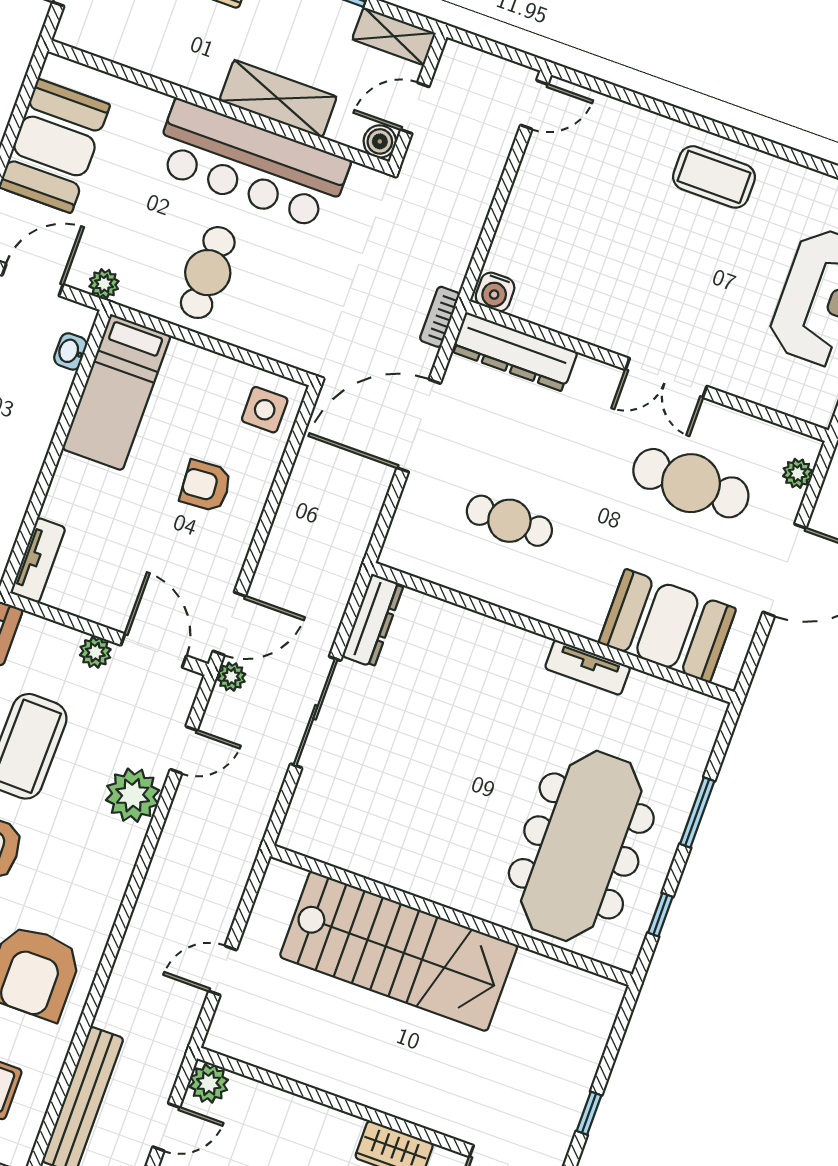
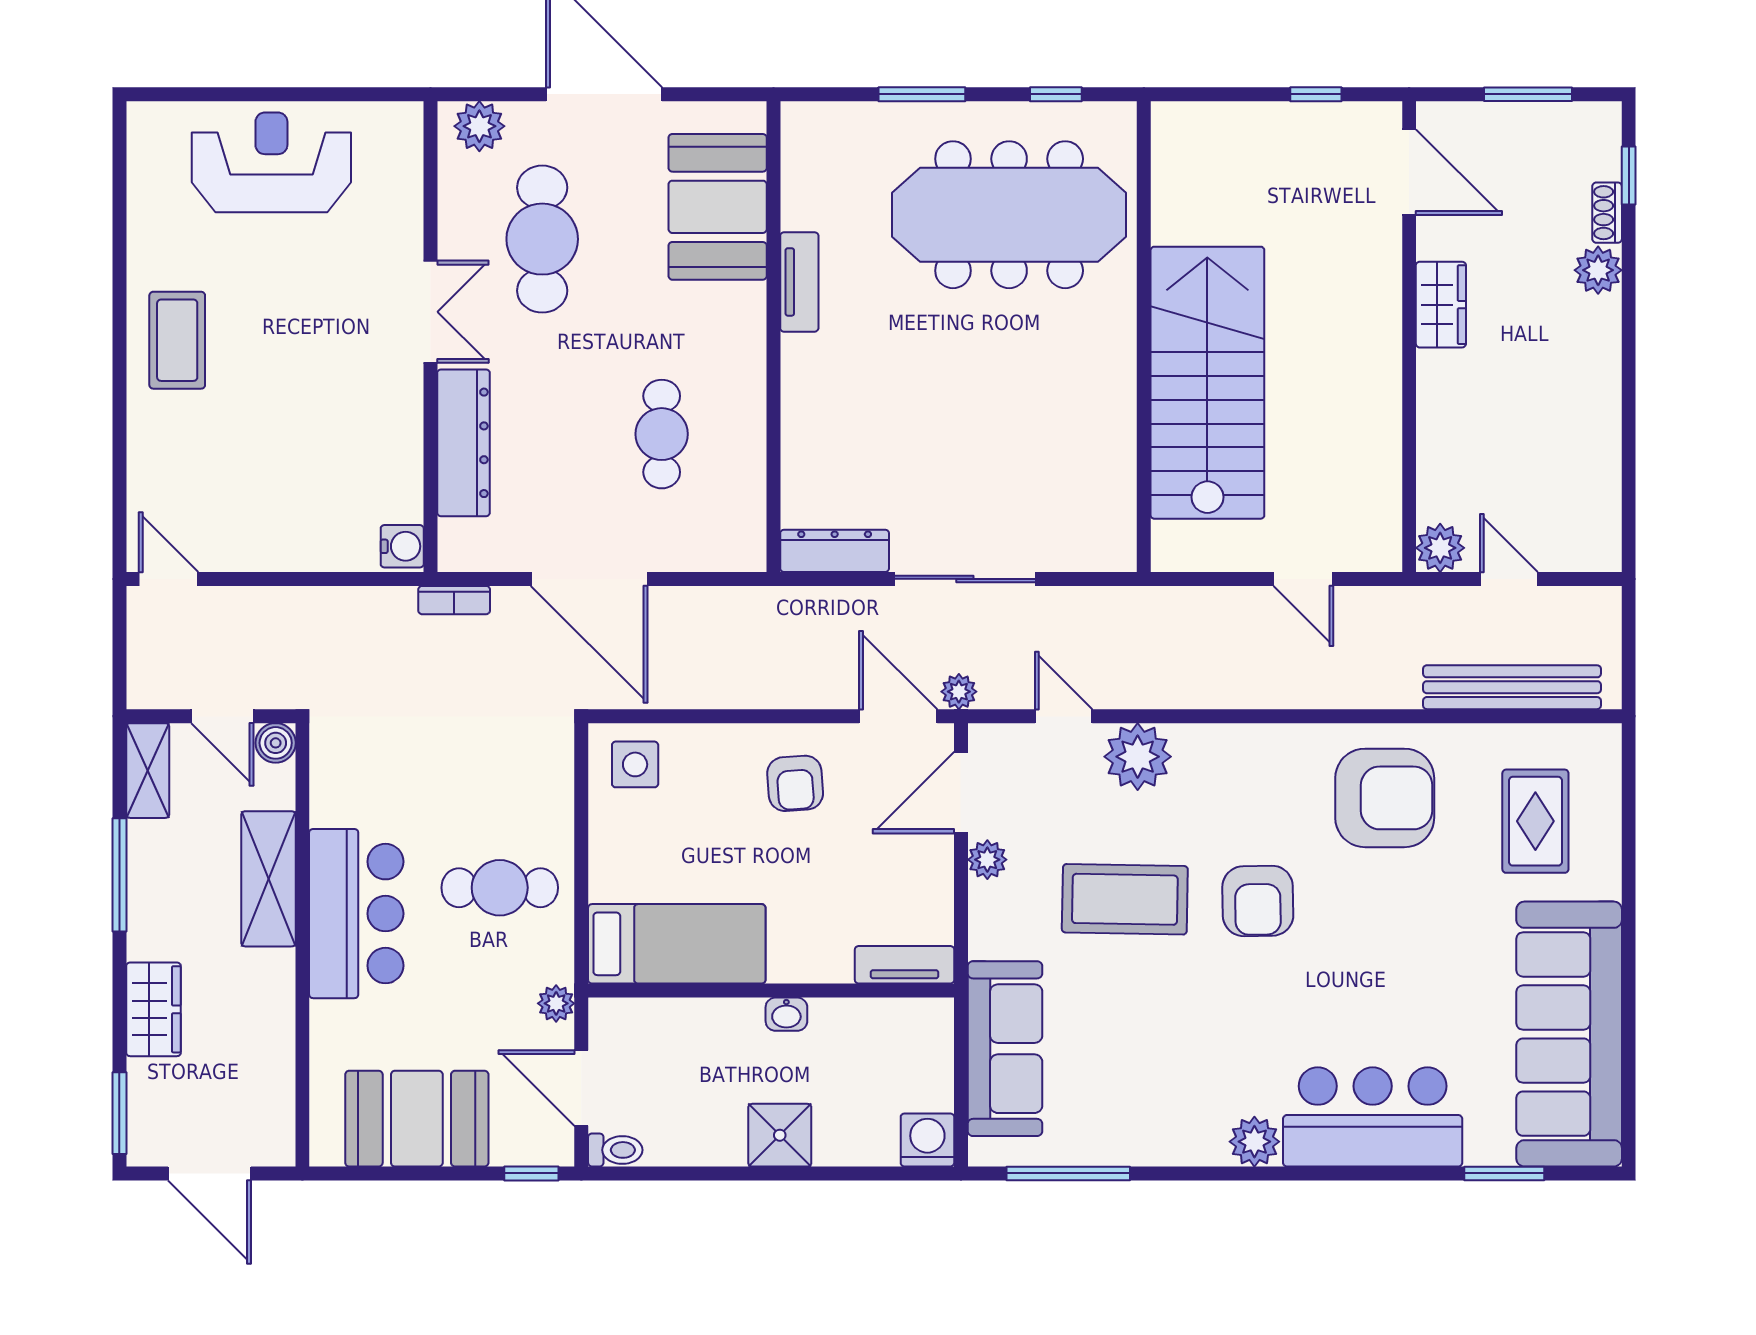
bar counter: (251, 165) -> (356, 914), width x0.73
washbasin: (70, 351) -> (786, 1014), moved
dresser: (515, 352) -> (464, 443), moved
plant: (798, 473) -> (479, 126), width x1.38, depth x1.38
armchair: (206, 486) -> (795, 783), moved

